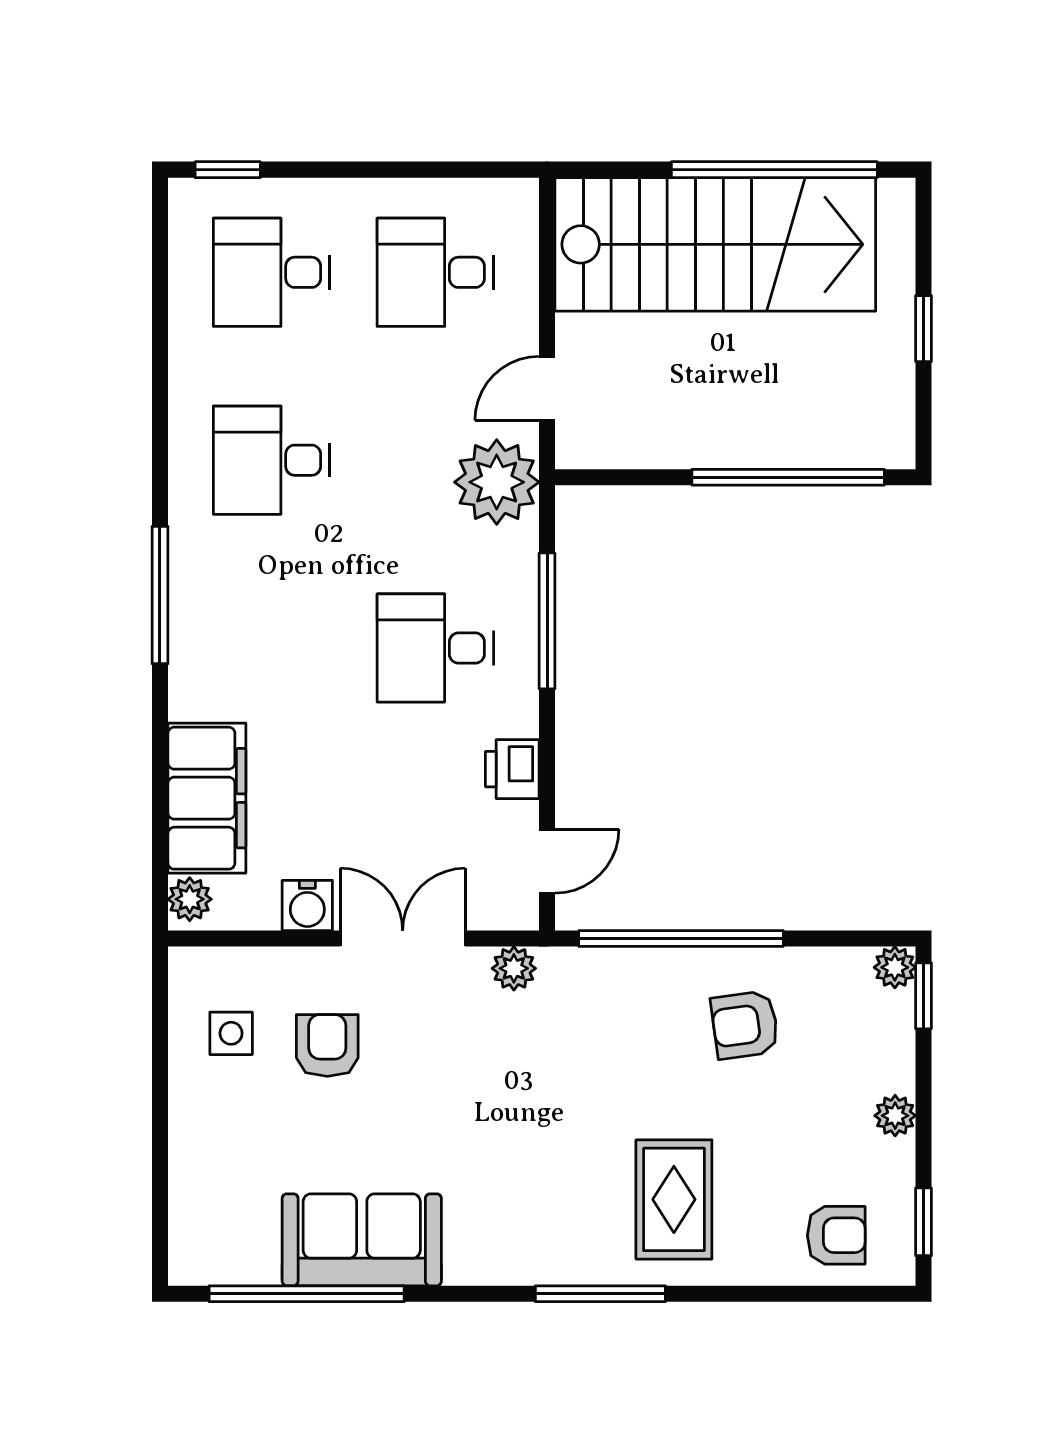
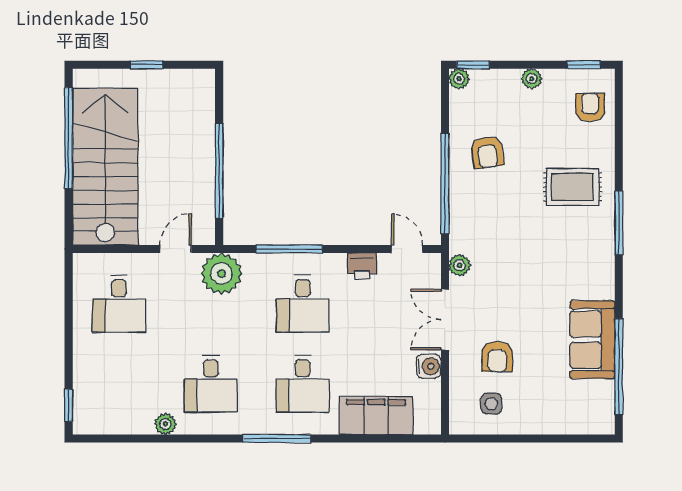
desk: (272, 272) -> (303, 384), moved
door: (547, 388) -> (176, 249), swing flipped
window: (788, 477) -> (219, 171), moved
plant: (190, 899) -> (165, 424), moved
armchair: (327, 1046) -> (497, 357), turned -90

